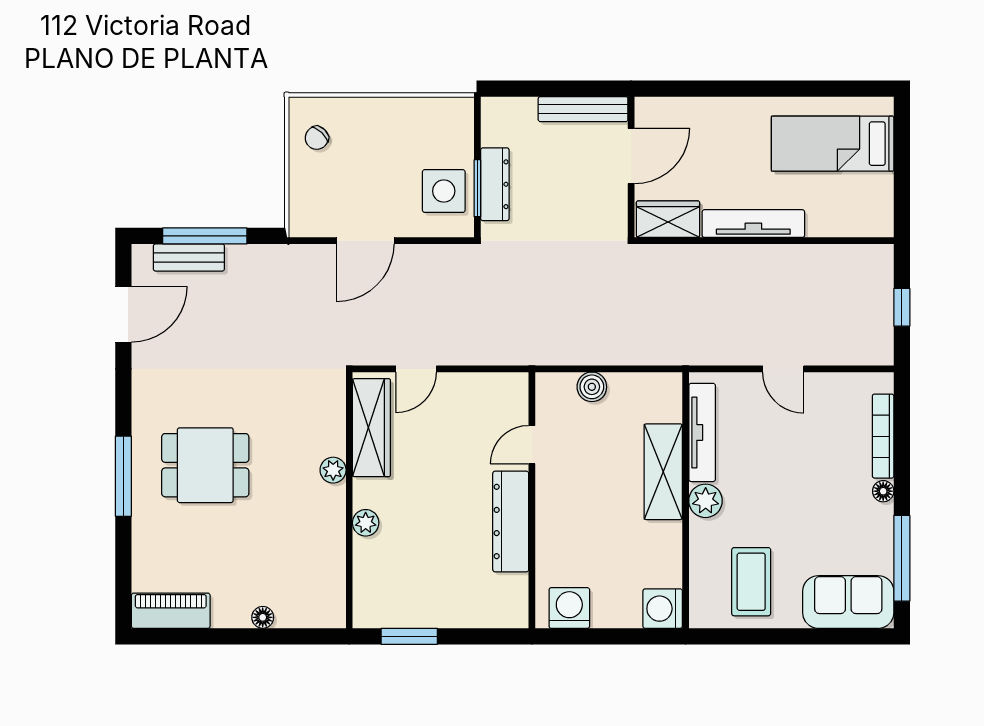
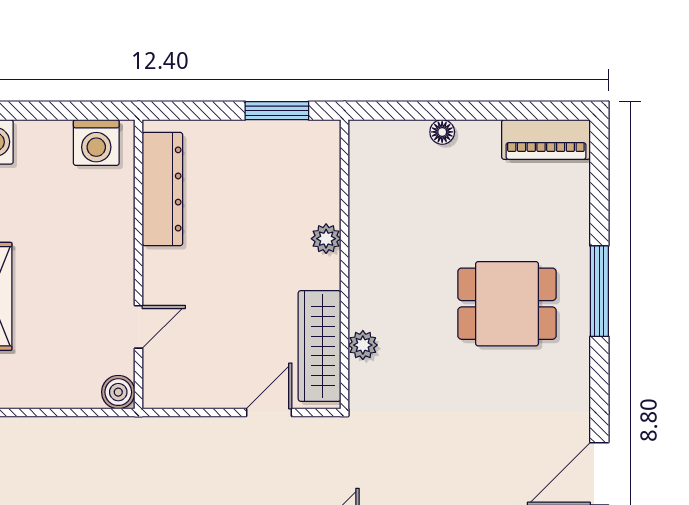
boiler: (592, 387) -> (118, 392), moved
plant: (333, 470) -> (363, 345), moved
dresser: (511, 522) -> (162, 189), moved

